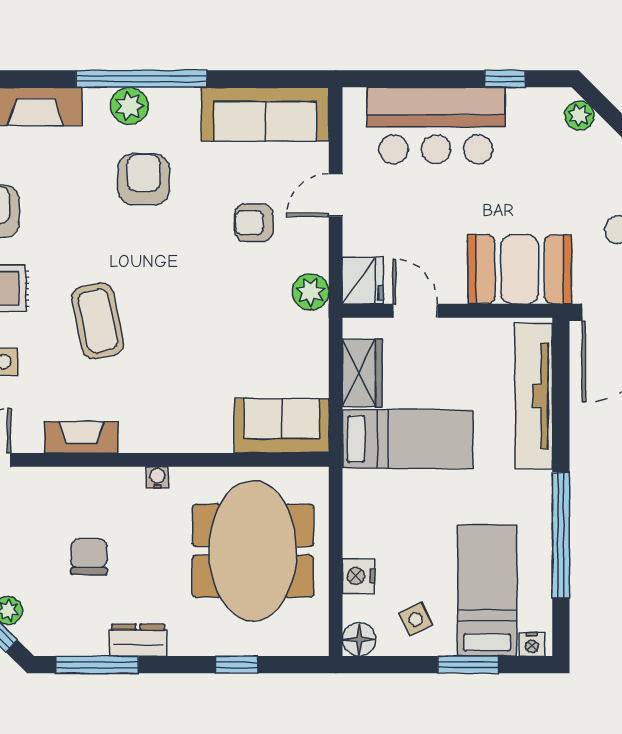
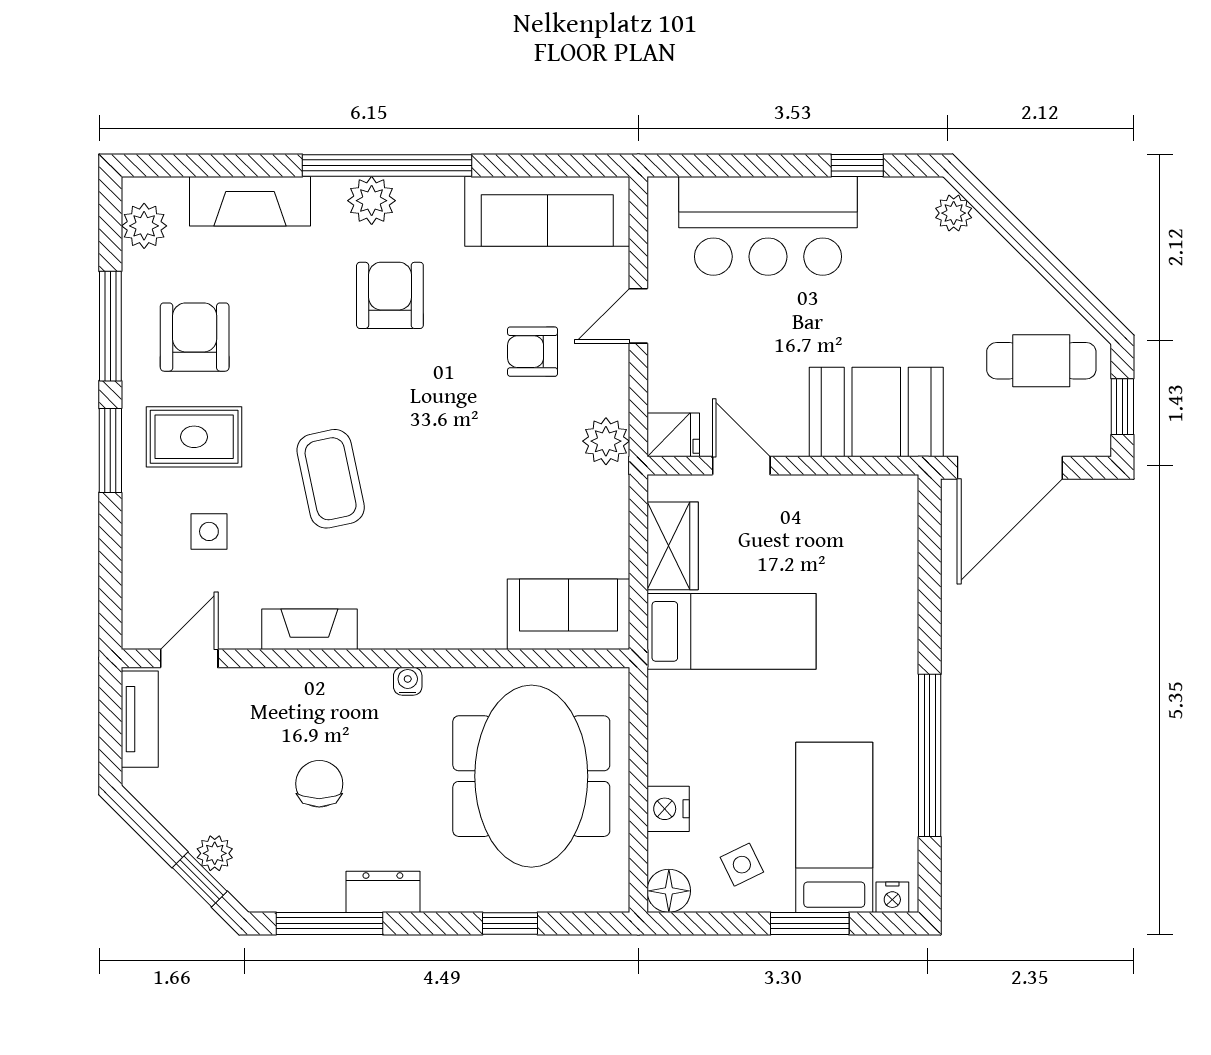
fridge: (363, 280) -> (673, 435), width x0.72
tv unit: (534, 396) -> (894, 576), removed

